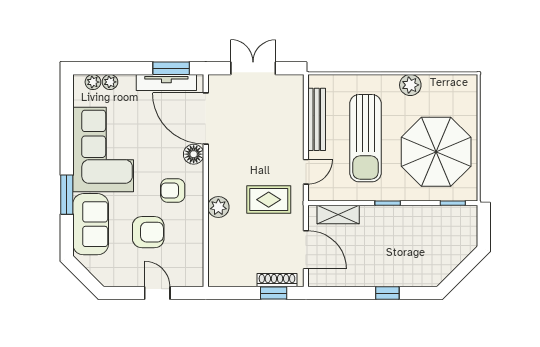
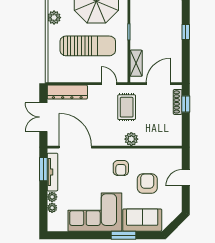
plant: (93, 82) -> (52, 197), moved
dresser: (293, 106) -> (67, 92), added
door: (206, 118) -> (75, 147), swing flipped
bench: (317, 119) -> (76, 77), removed
floor lamp: (194, 154) -> (98, 155), removed

